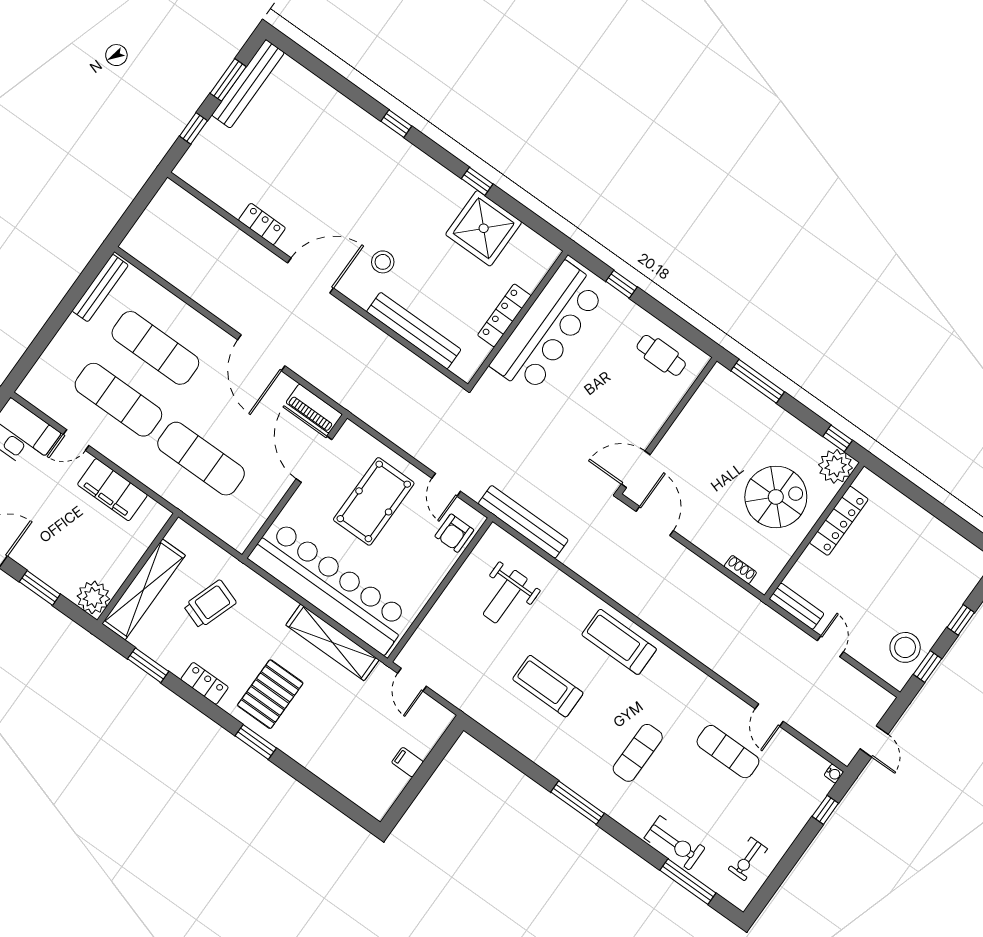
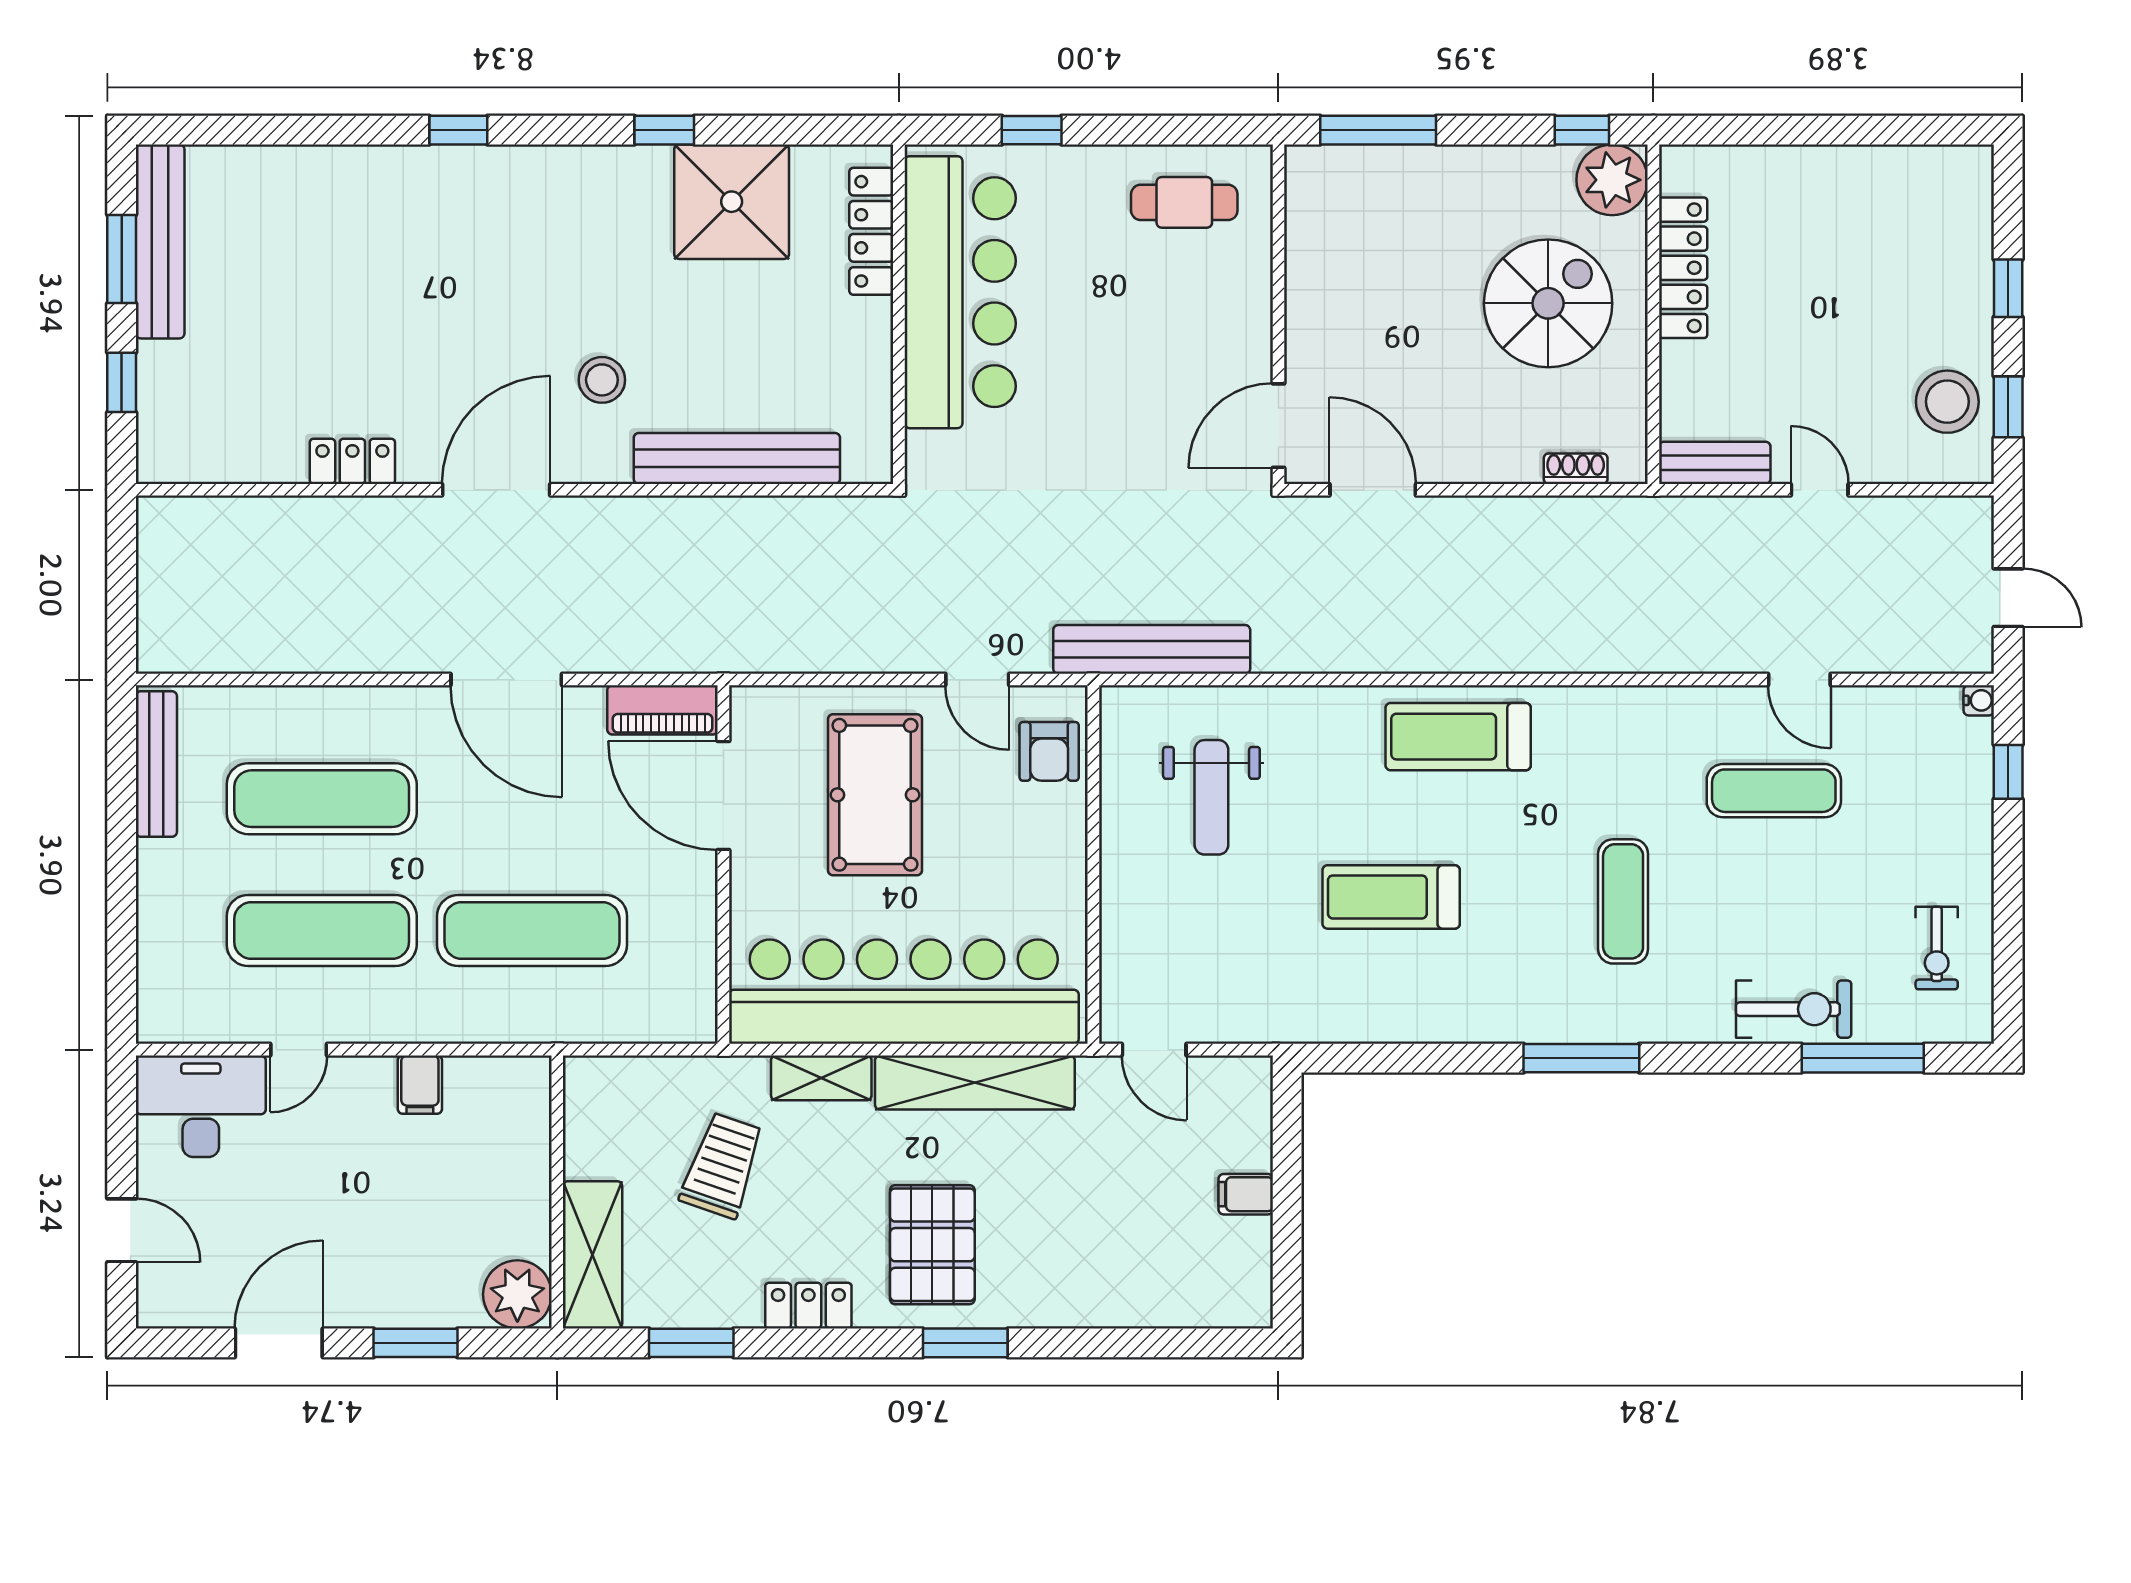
locker: (504, 315) -> (871, 231), moved
filing cabinet: (112, 490) -> (420, 1085), width x0.33, depth x0.86
shelving: (144, 589) -> (592, 1255), width x0.68
shelving: (273, 598) -> (821, 1078), added

